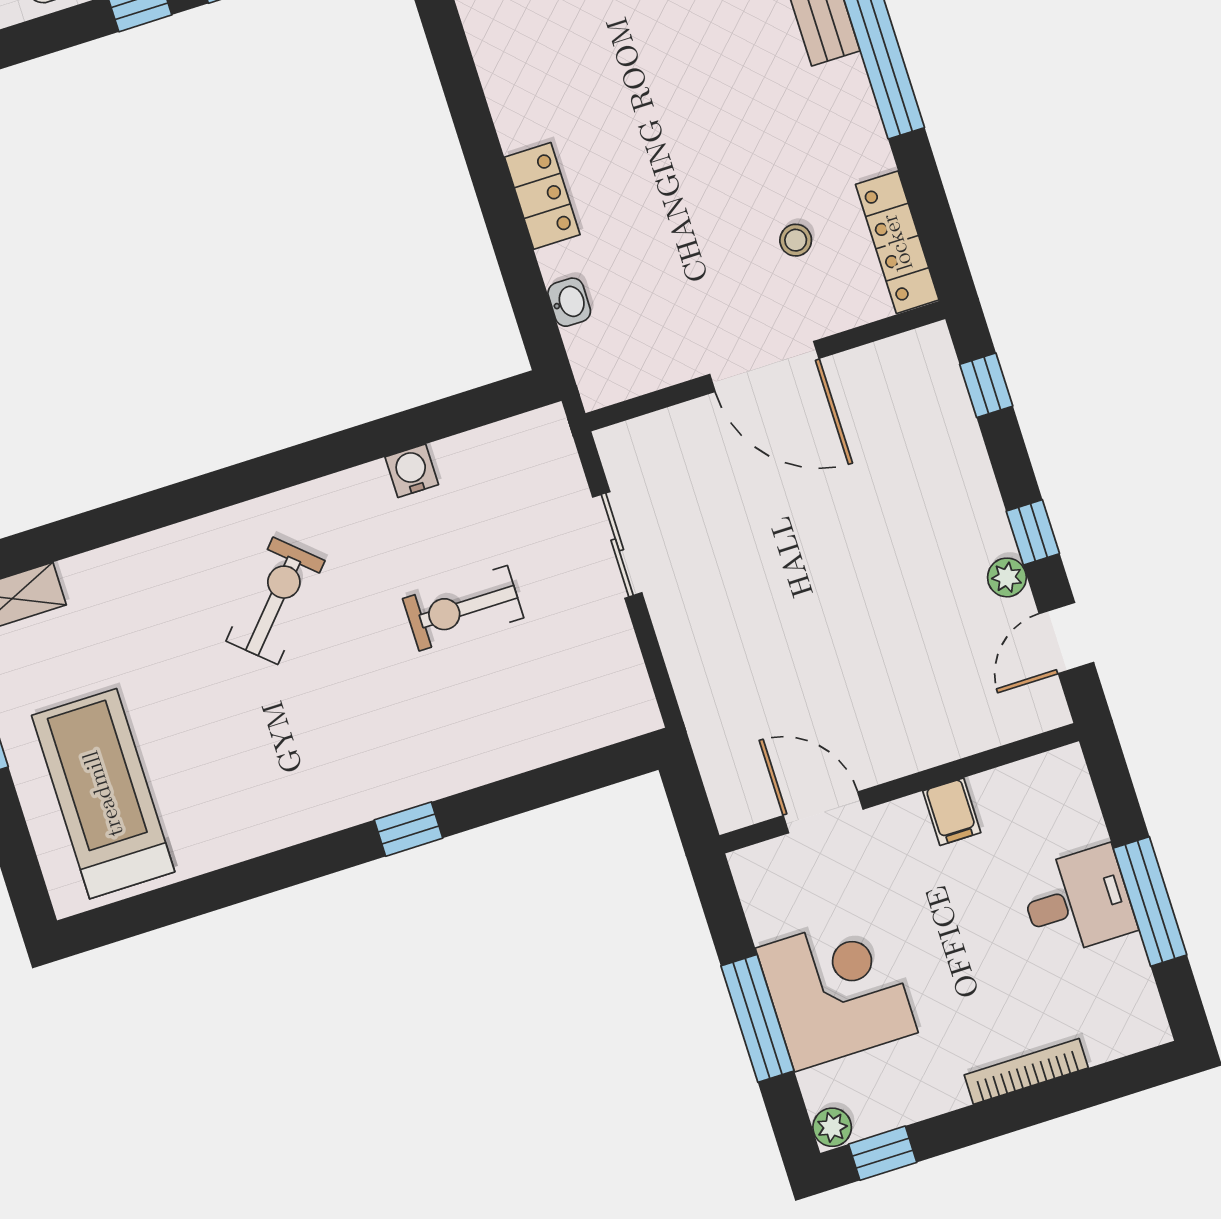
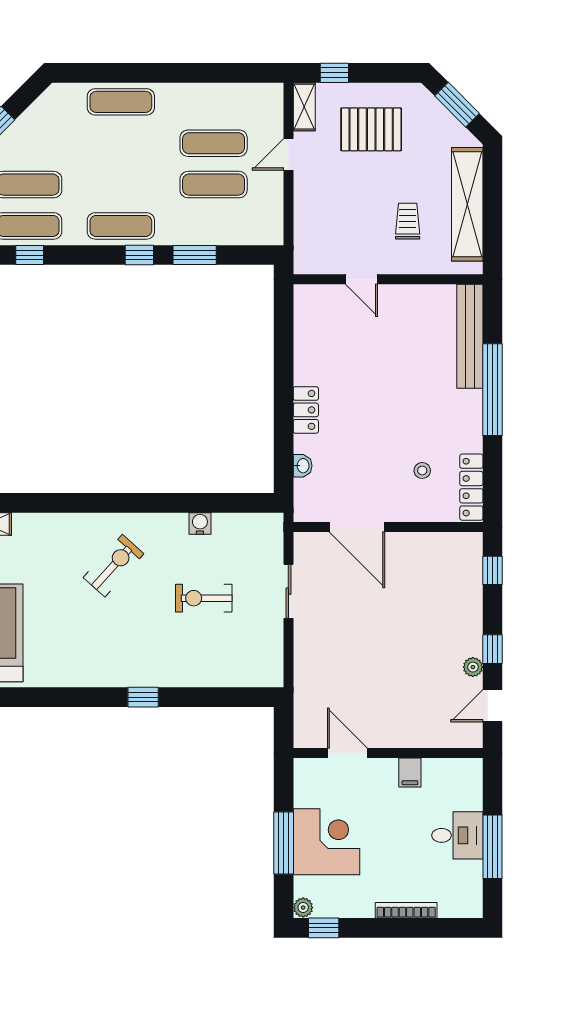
door: (764, 366) -> (357, 527), moved

